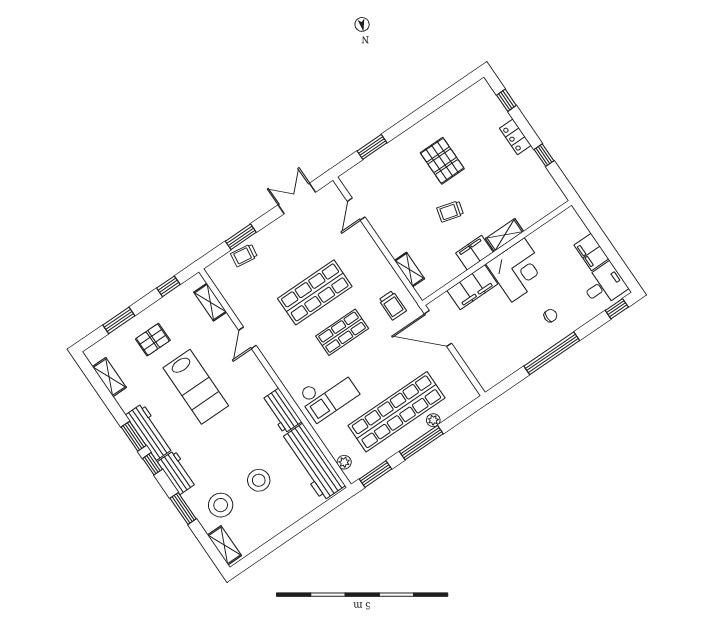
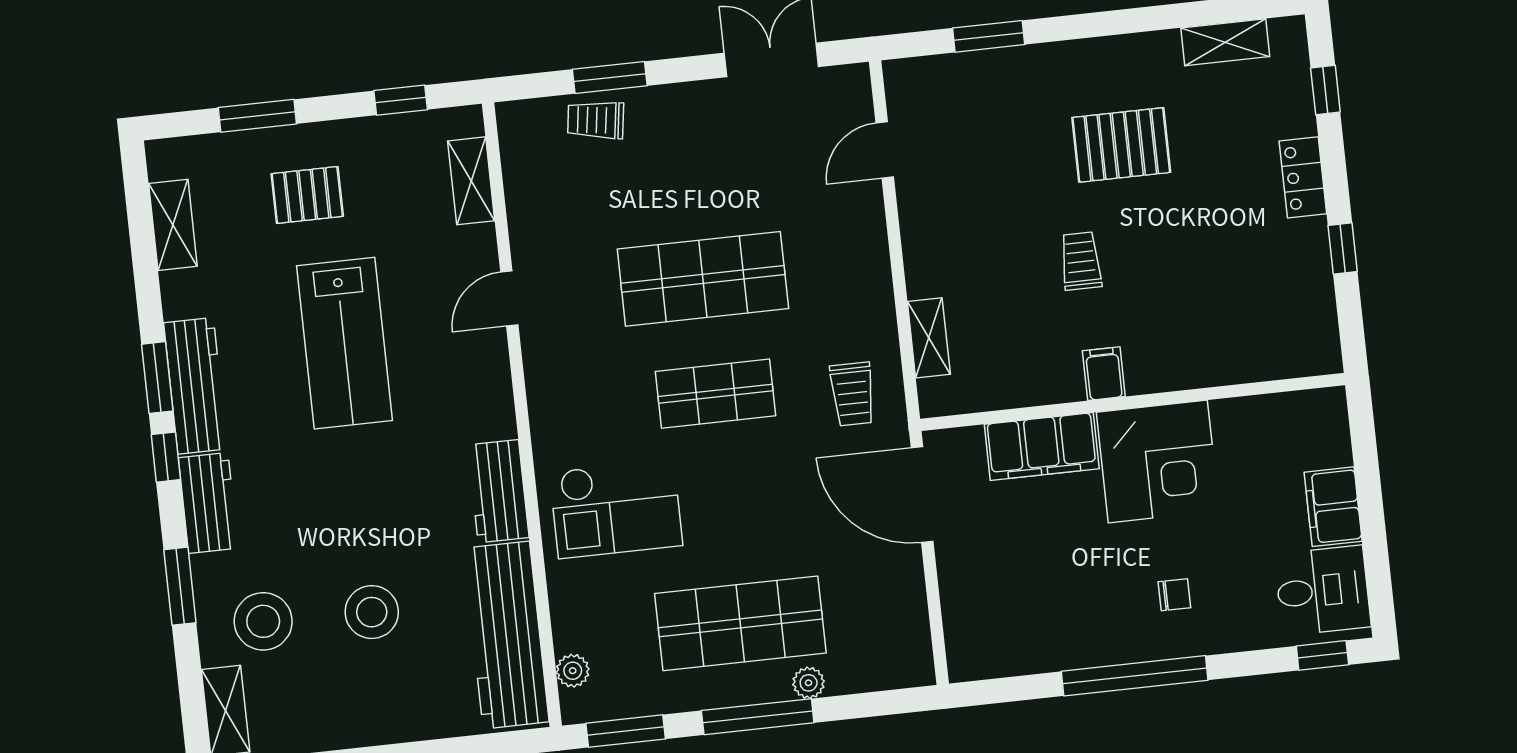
pallet: (442, 161) -> (1121, 145), turned 90
trolley: (450, 211) -> (1081, 261), turned 75
shelving: (505, 235) -> (1225, 42), moved
filing cabinet: (474, 253) -> (1104, 374), width x0.50
shop shelf: (396, 412) -> (740, 623), width x0.71

